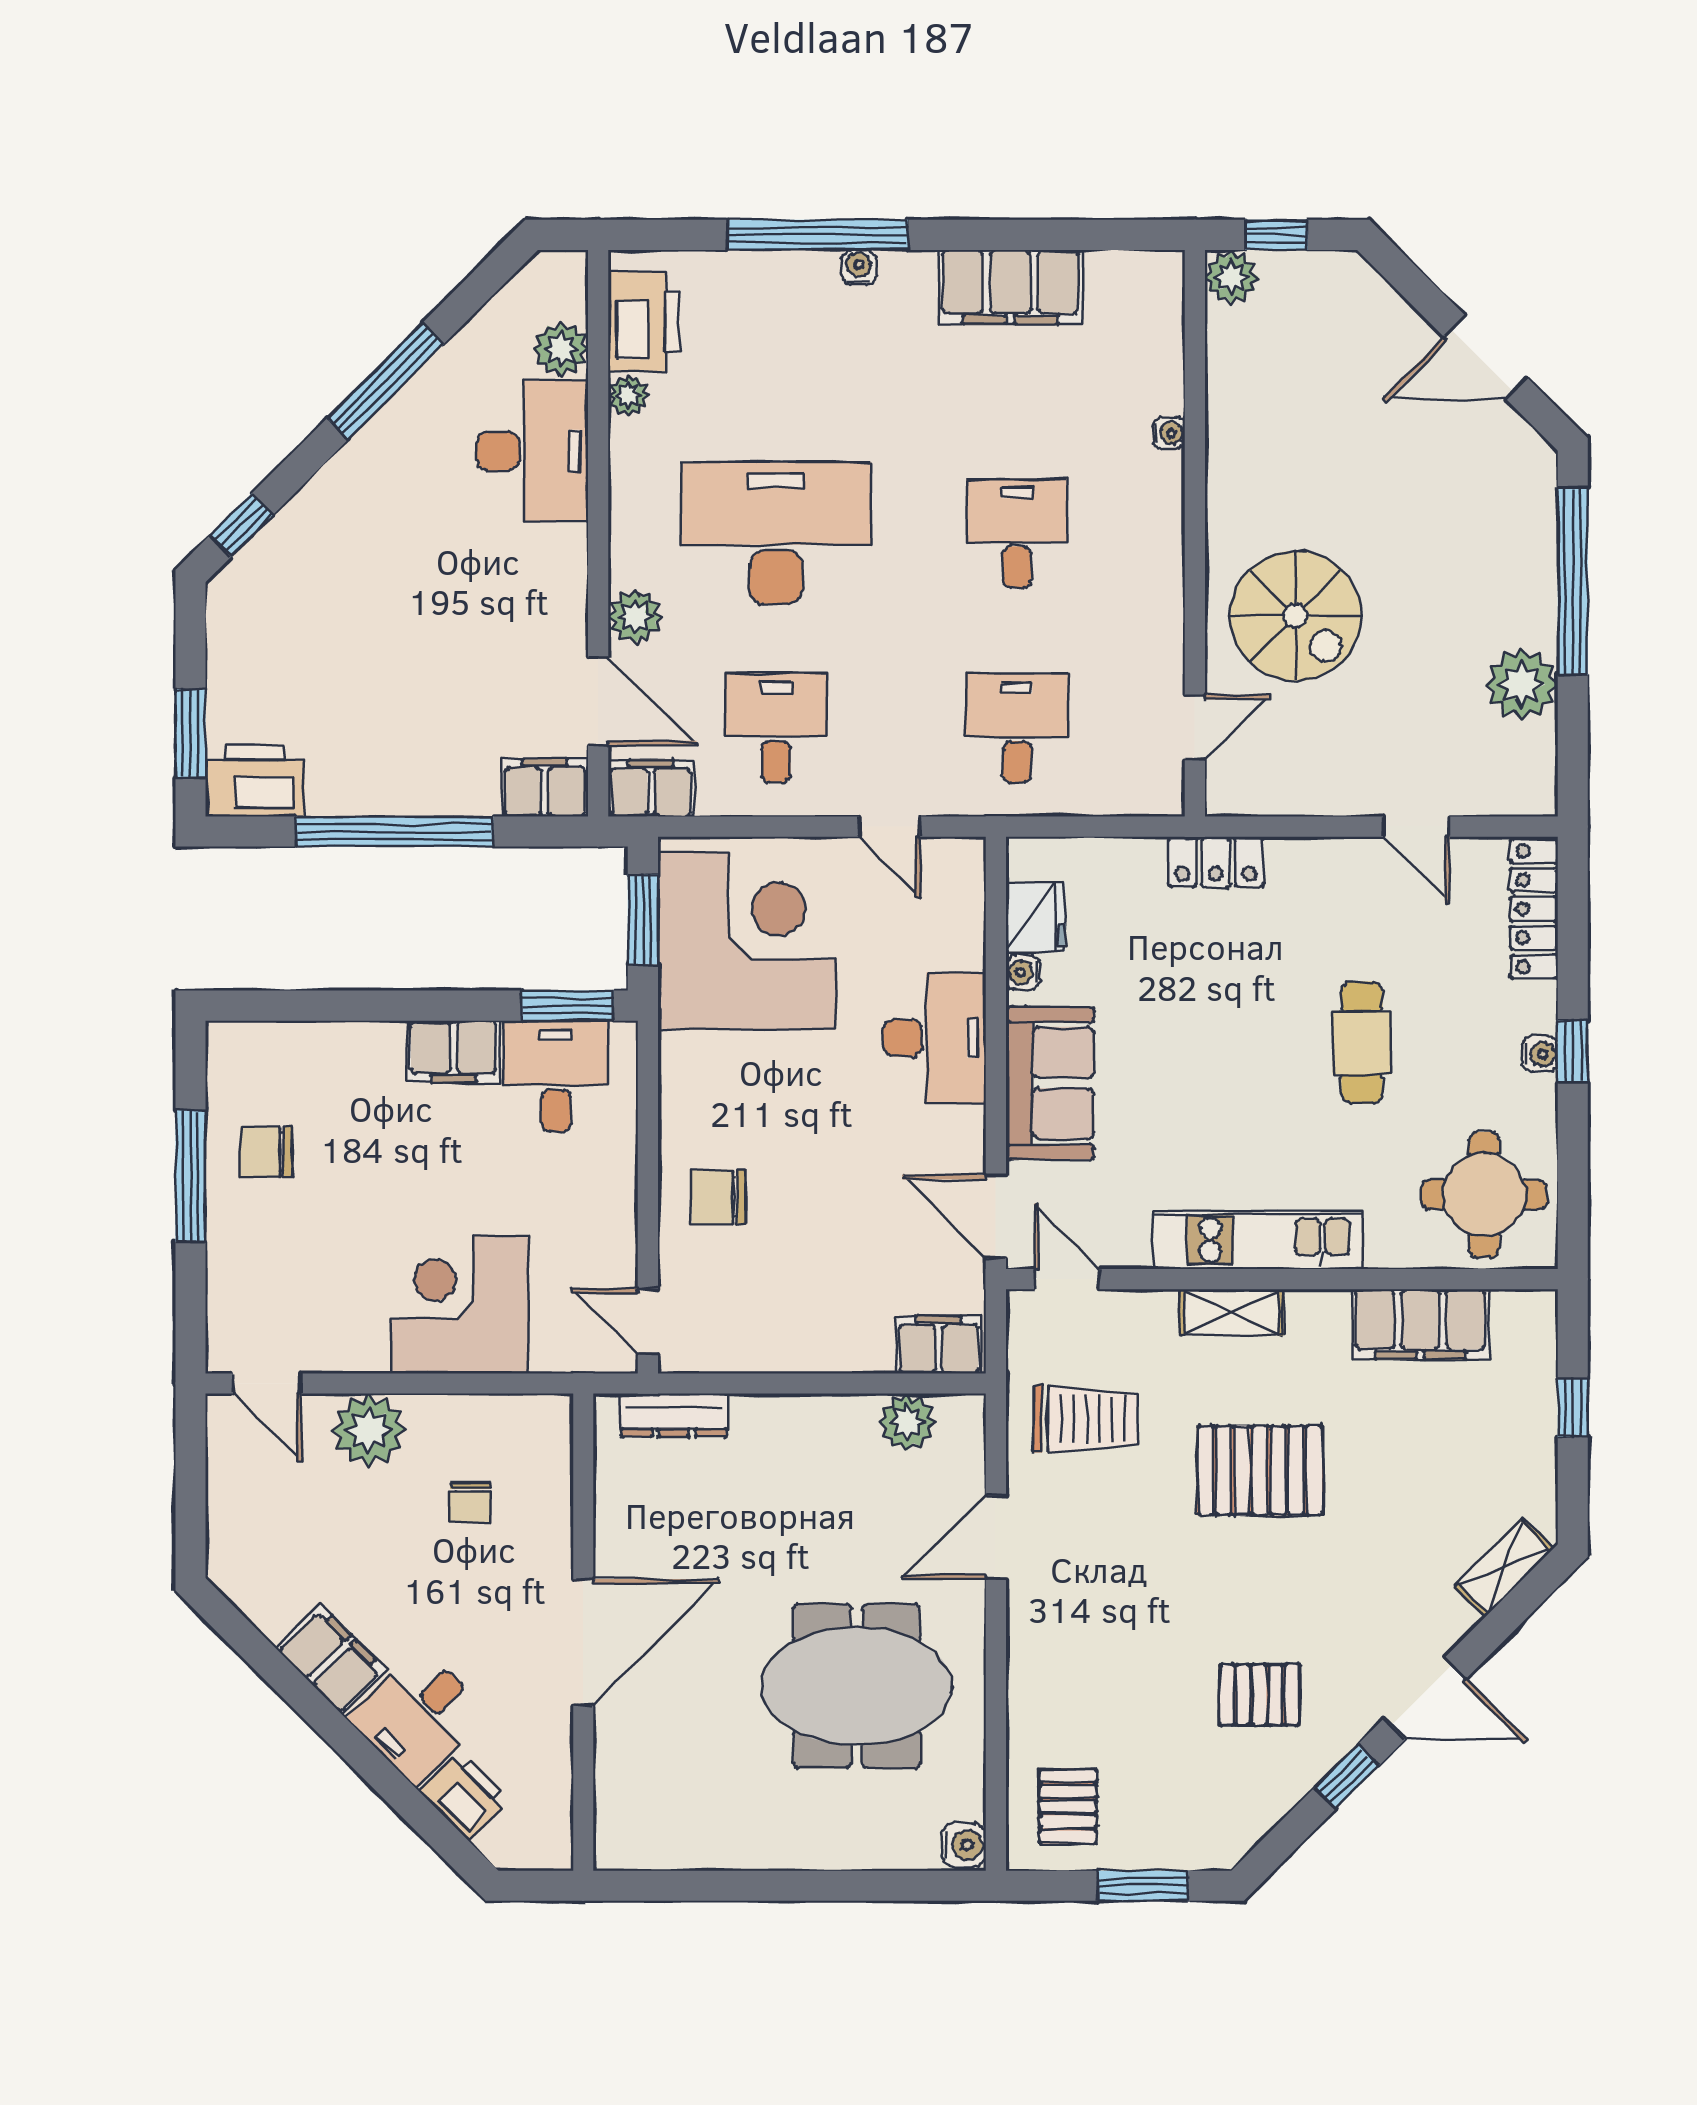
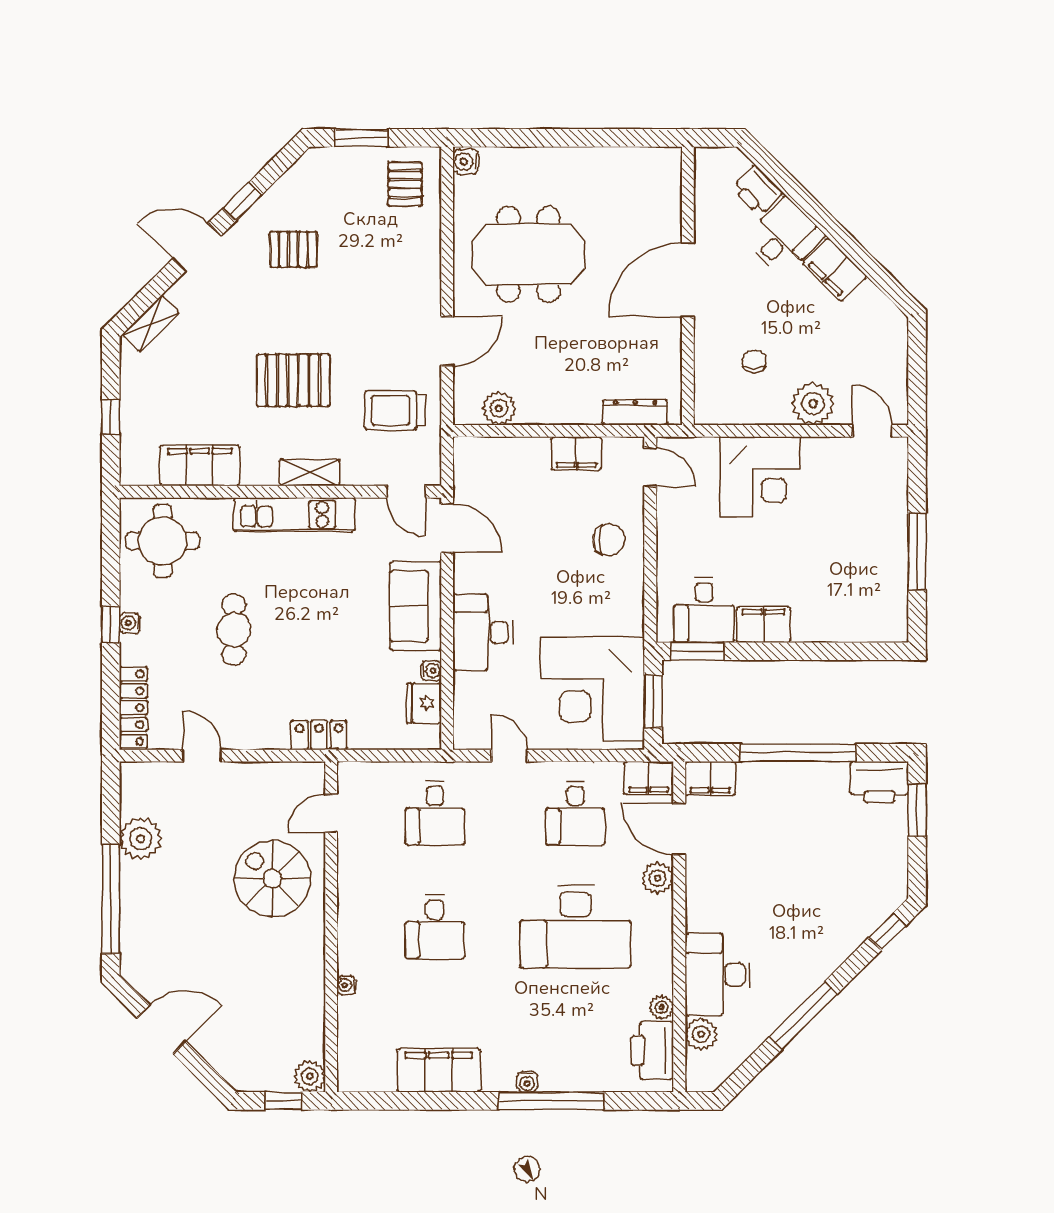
chair: (266, 1152) -> (873, 566), removed
filing cabinet: (939, 1345) -> (576, 453), moved

